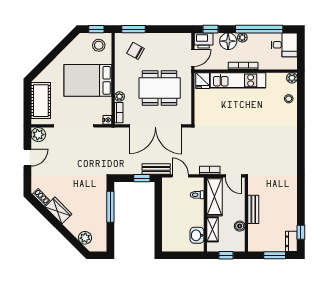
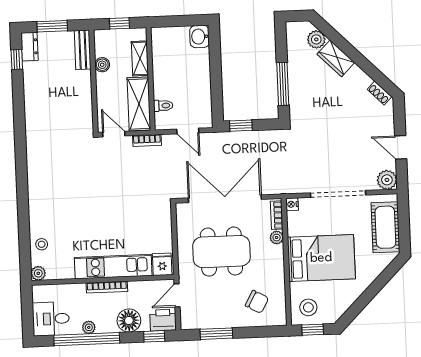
window: (133, 29) -> (216, 334), moved
plant: (242, 37) -> (89, 327), moved
door: (27, 158) -> (401, 147), hinge flipped
bench: (156, 169) -> (222, 139), removed
bench: (253, 209) -> (83, 50), moved
wardrobe: (58, 210) -> (336, 58), moved
washbasin: (197, 235) -> (200, 37), moved, turned 180

